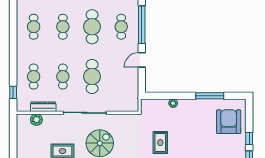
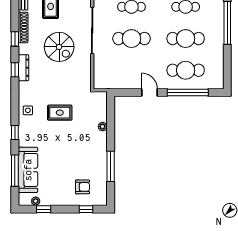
cafe table: (121, 27) -> (186, 70), width x1.37, depth x1.35
armchair: (229, 122) -> (82, 187), width x0.53, depth x0.53
window: (249, 138) -> (86, 209), moved

